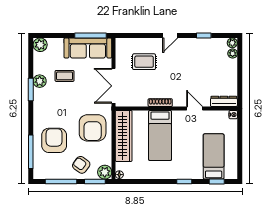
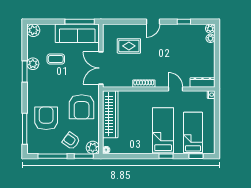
bed: (160, 135) -> (163, 131), moved, turned 180

